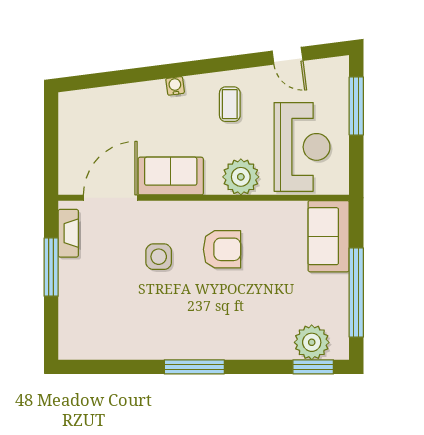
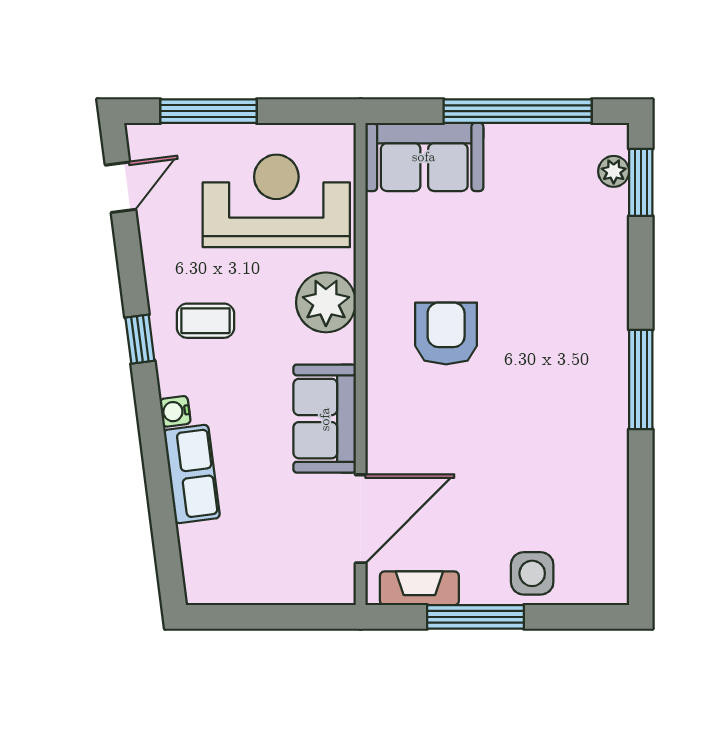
door: (288, 56) -> (120, 187), moved
window: (219, 65) -> (140, 339), added
row of seats: (137, 96) -> (192, 474), added
door: (110, 198) -> (361, 519), swing flipped
side table: (159, 257) -> (532, 573), moved
plant: (312, 342) -> (614, 171), width x0.53, depth x0.53

